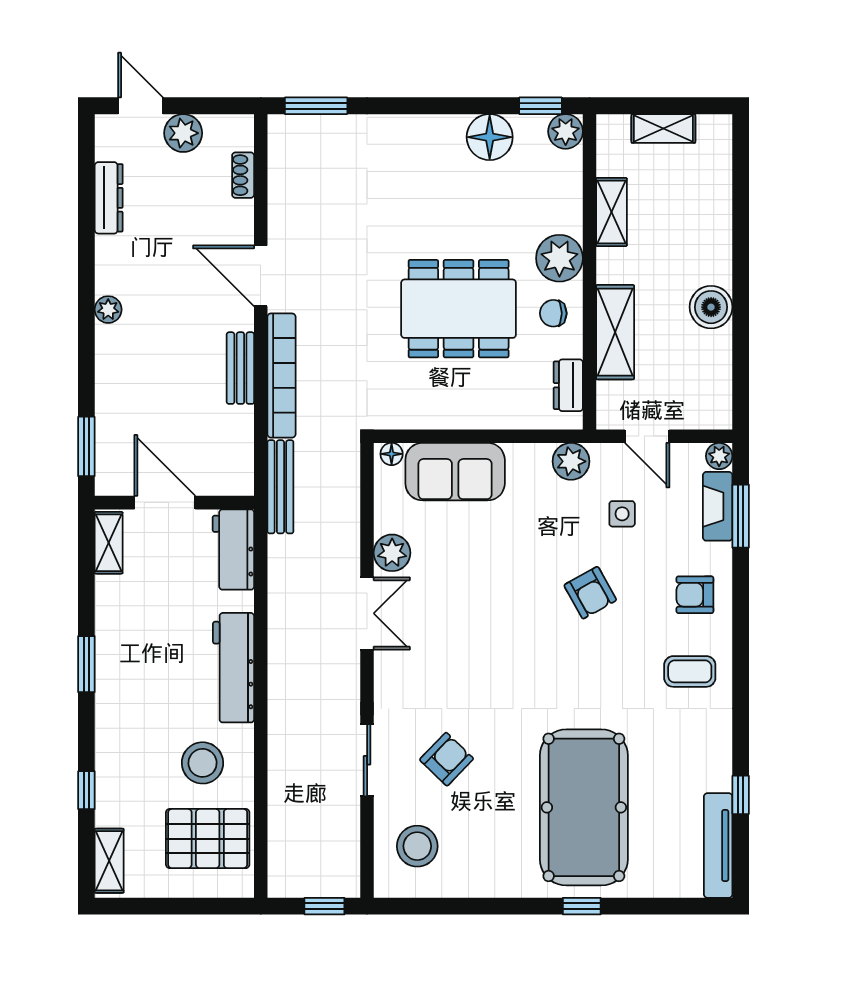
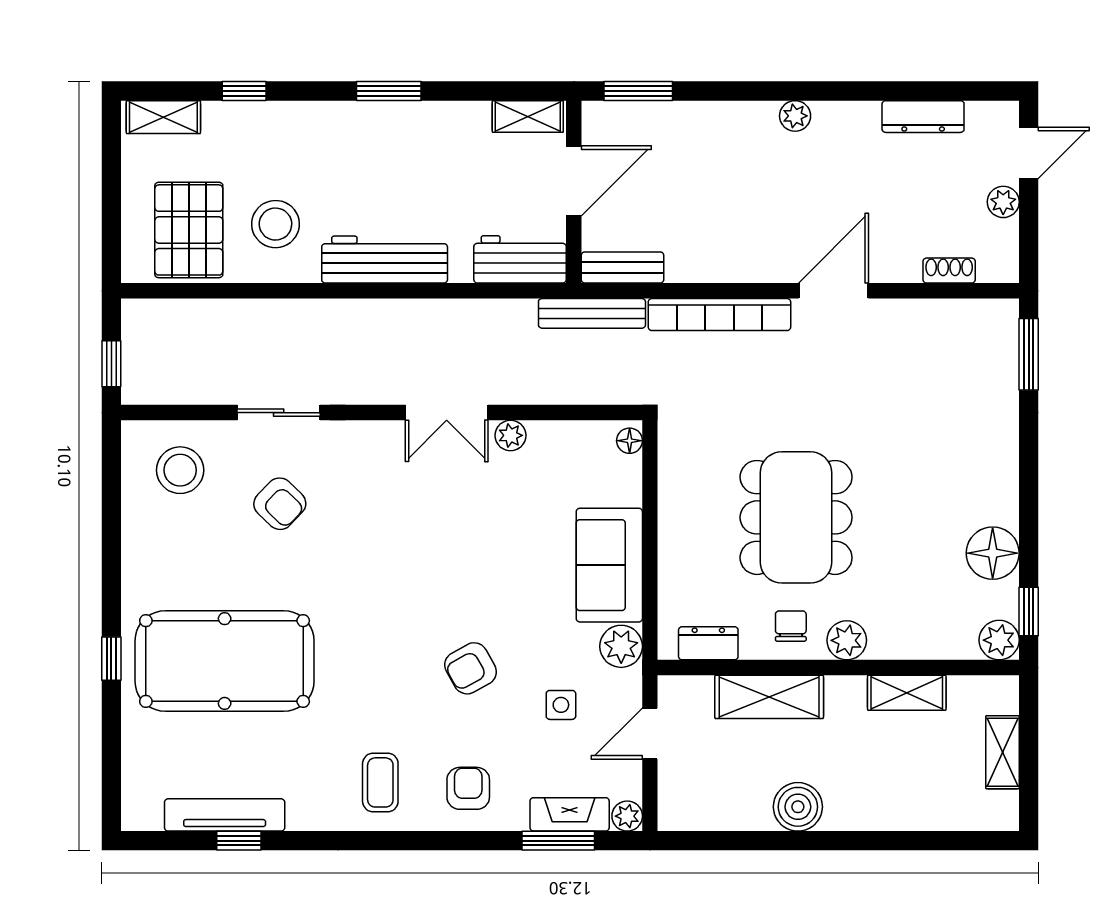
plant: (183, 133) -> (1003, 202), width x0.73, depth x0.73
plant: (559, 258) -> (847, 640), width x0.73, depth x0.73
bench: (240, 368) -> (622, 267), moved
sofa: (455, 472) -> (609, 565), moved
plant: (392, 553) -> (510, 435), width x0.73, depth x0.73
tv unit: (718, 845) -> (225, 815), moved

